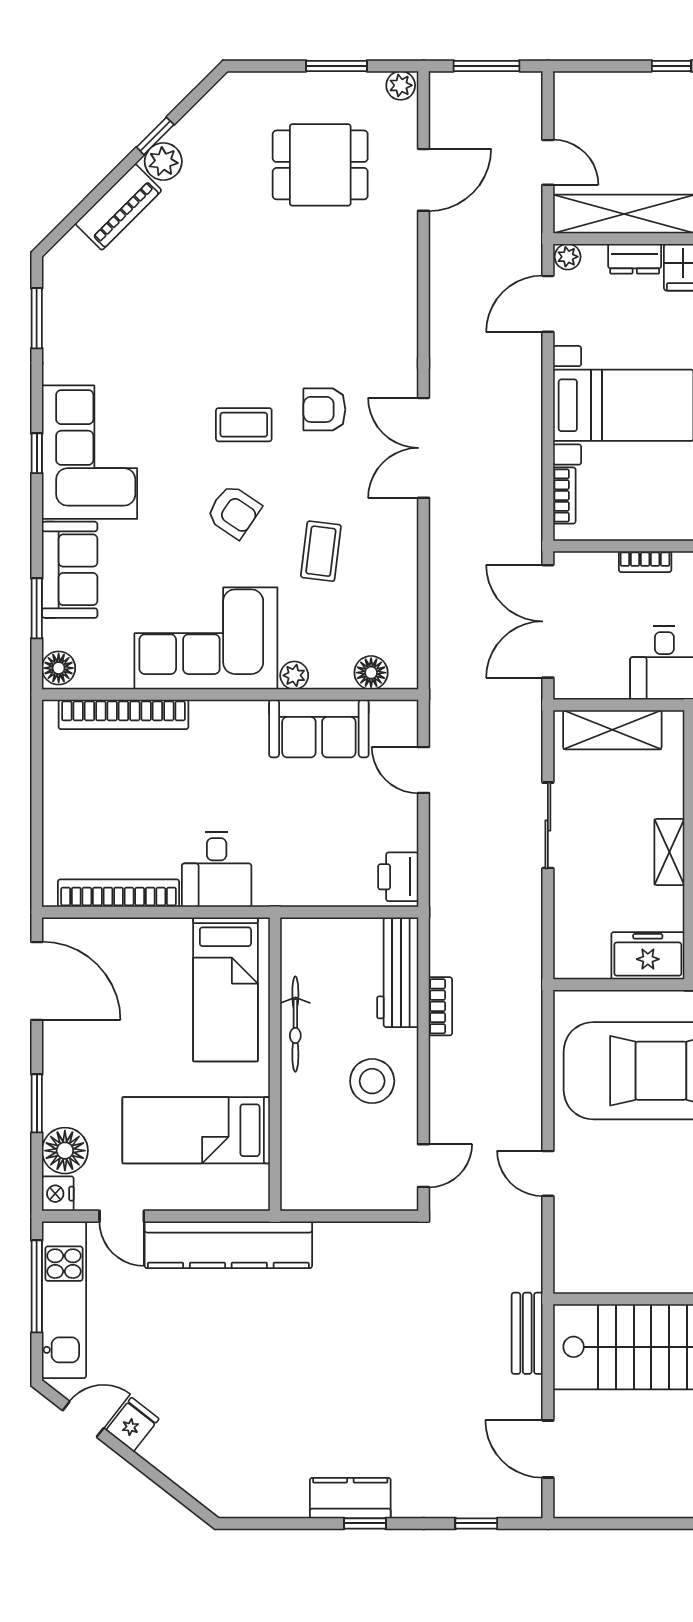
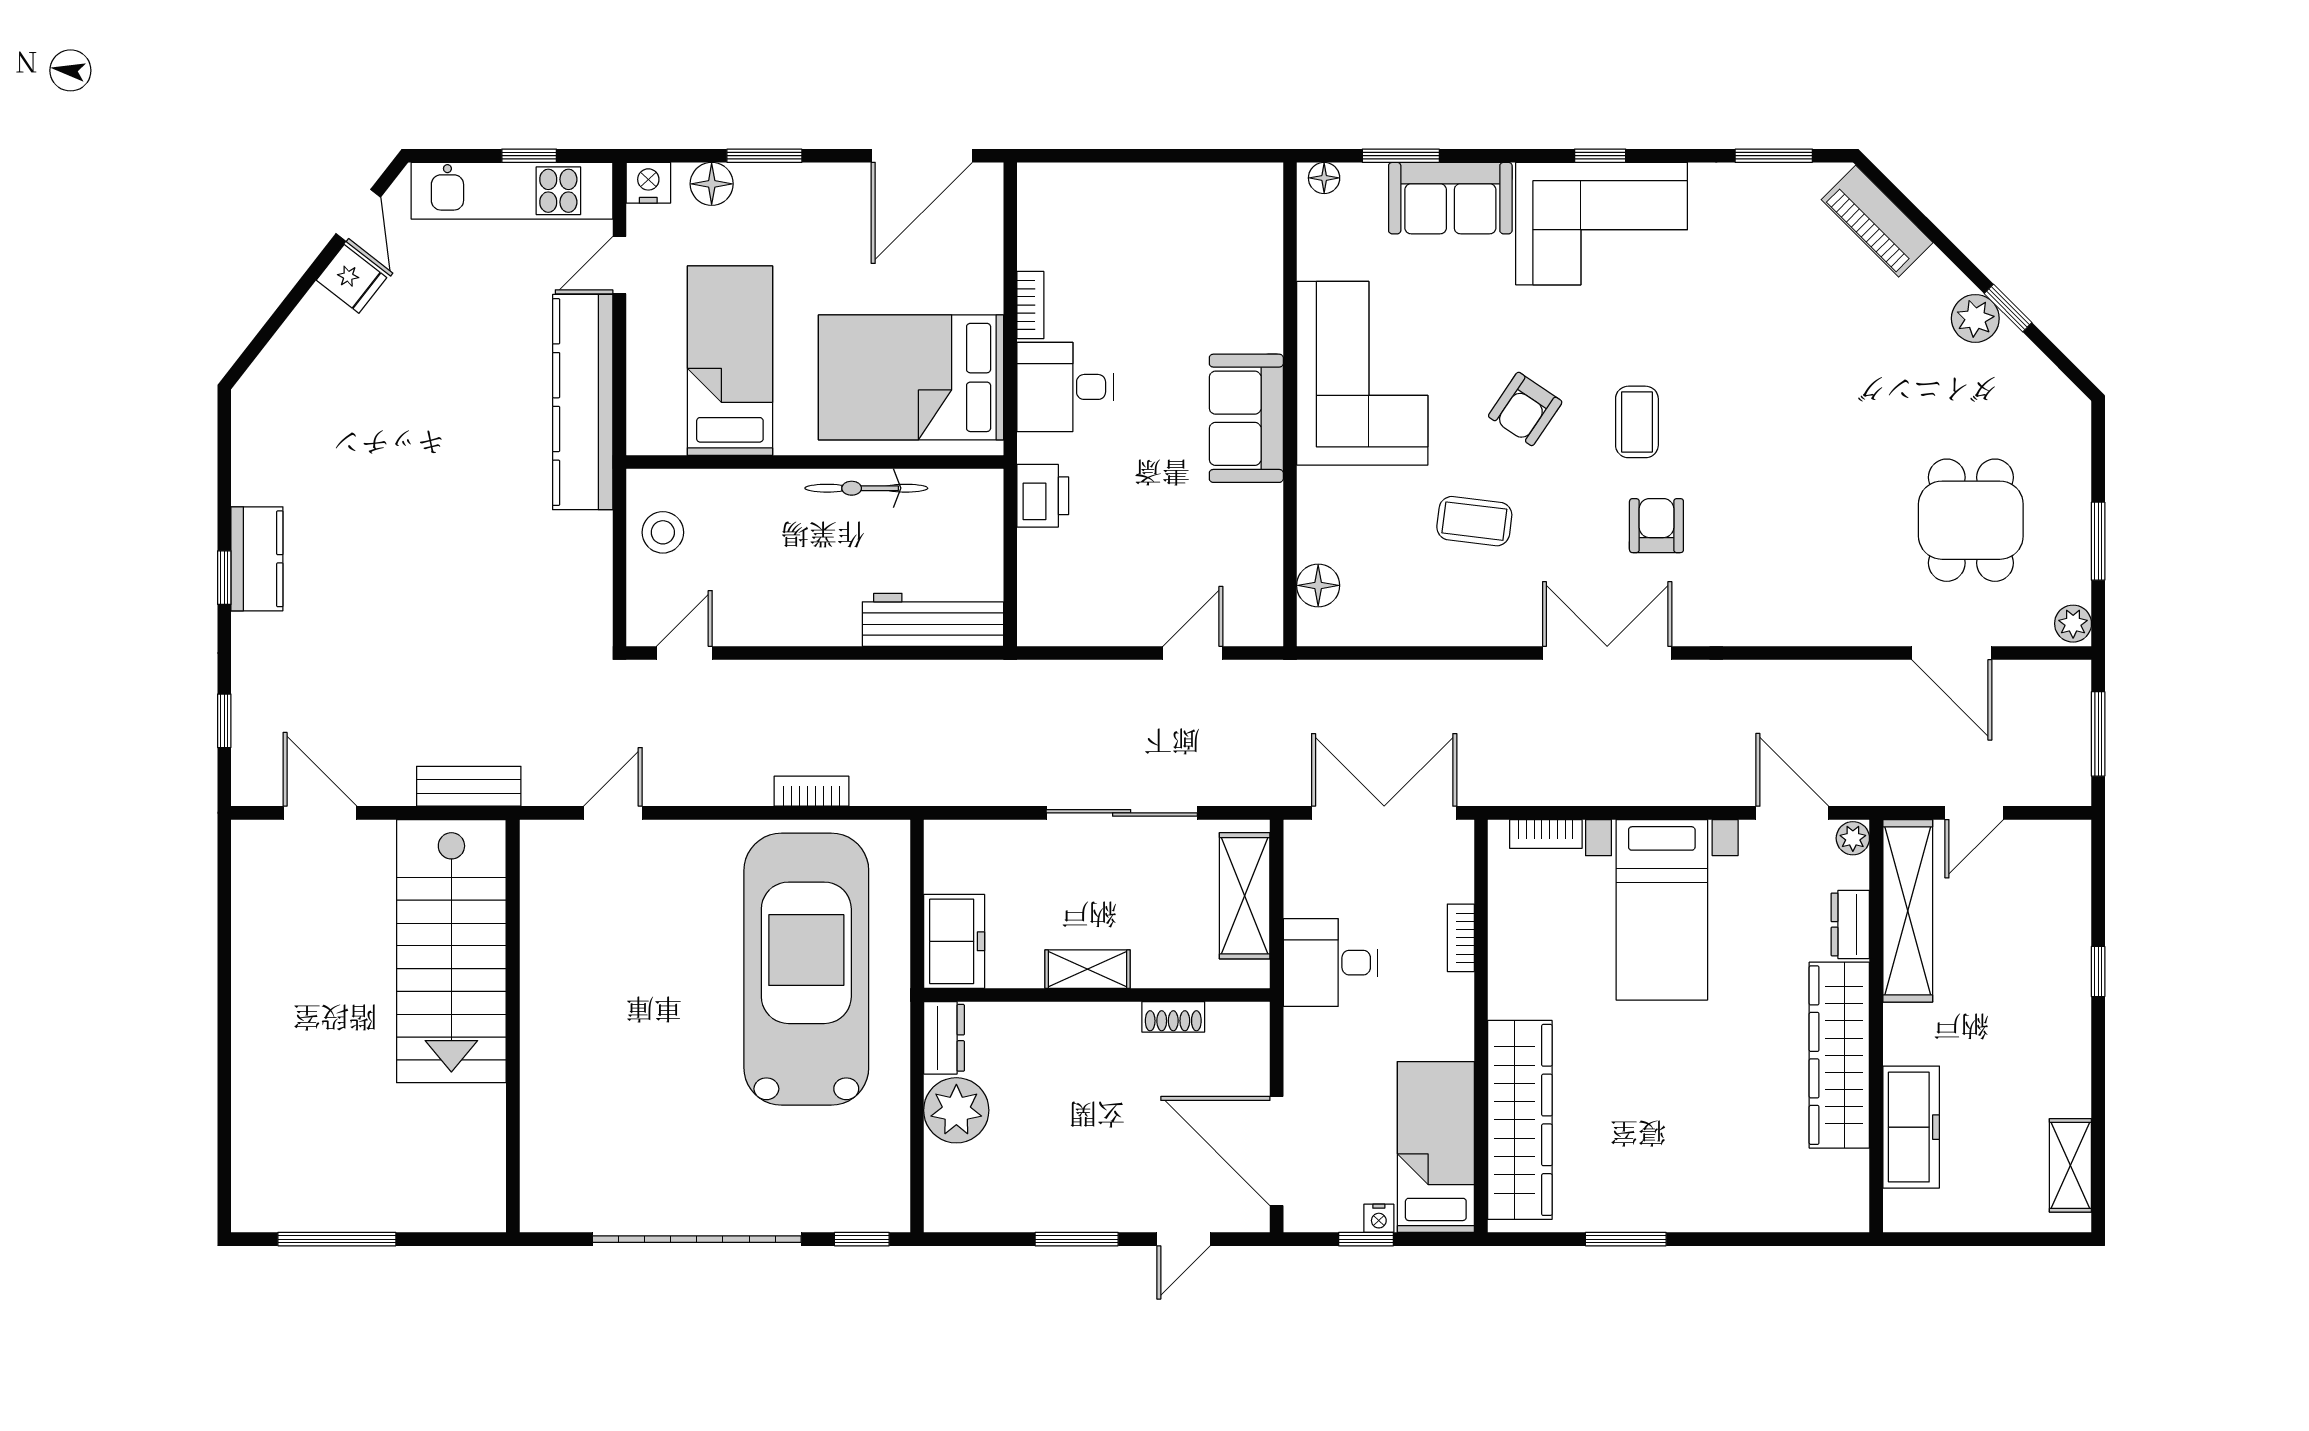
piano: (118, 207) -> (1877, 221), moved
floor lamp: (59, 668) -> (1324, 178), width x0.73, depth x0.73
plant: (294, 675) -> (1315, 487), removed
bookcase: (123, 714) -> (1264, 267), removed
sofa: (319, 729) -> (1246, 418), moved
sliding door: (548, 825) -> (1122, 813), width x1.37
printer: (398, 877) -> (1043, 496), moved, turned 90
bookcase: (119, 893) -> (1030, 305), width x0.43, depth x0.76
bed: (225, 989) -> (911, 377), width x1.50
bookcase: (440, 1006) -> (811, 791), moved, turned 180
stool: (372, 1081) -> (663, 532), moved, width x0.73, depth x0.73
floor lamp: (65, 1151) -> (712, 184), width x0.73, depth x0.73
door: (424, 1166) -> (684, 653), swing flipped
door: (548, 1173) -> (613, 813), moved
window: (37, 1286) -> (529, 156), width x0.46
door: (548, 1449) -> (320, 813), hinge flipped

